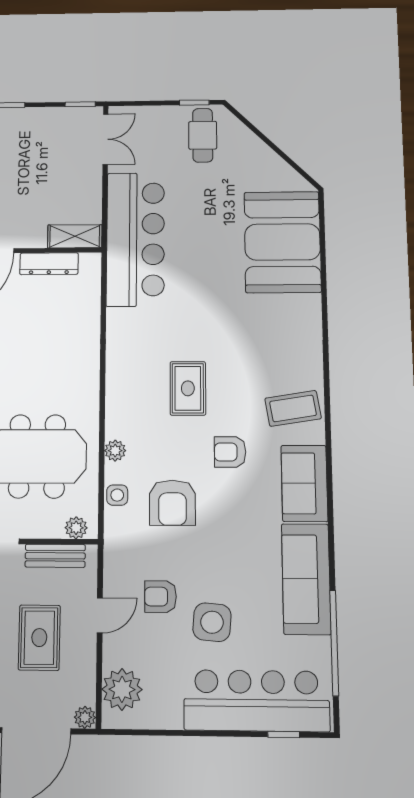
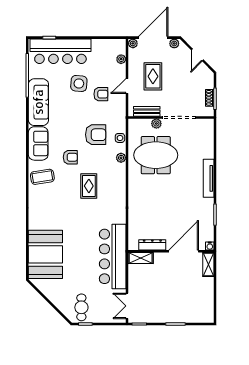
armchair: (172, 503) -> (96, 135), turned 90
plant: (76, 528) -> (156, 124), moved
plant: (122, 689) -> (121, 59), width x0.53, depth x0.53

